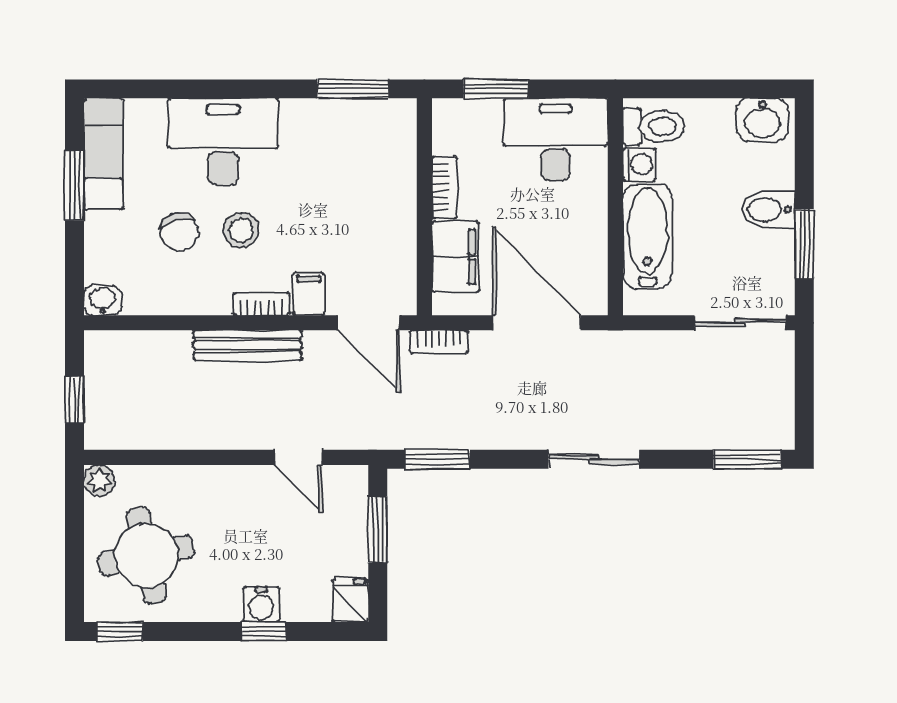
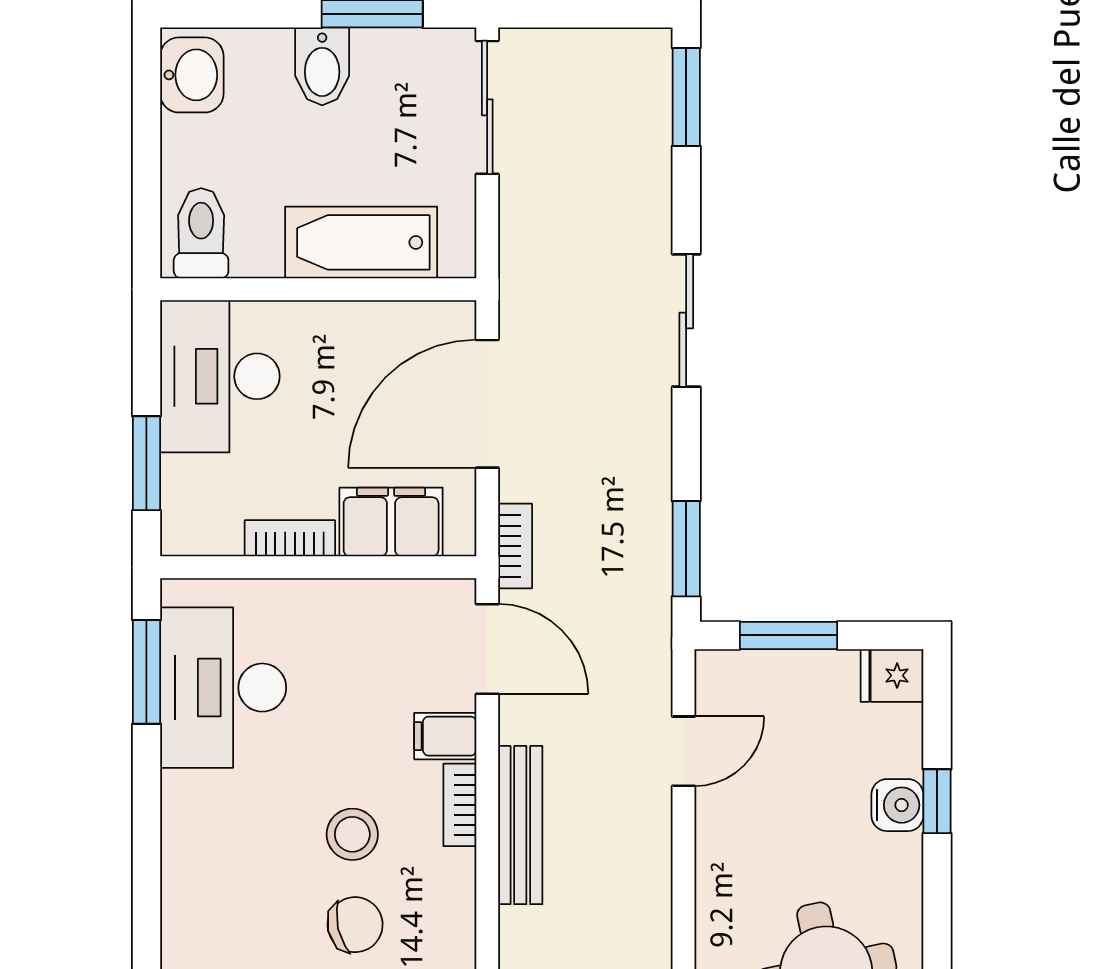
desk: (223, 142) -> (223, 688), moved
washing machine: (639, 165) -> (257, 254), removed
door: (368, 323) -> (487, 649), hinge flipped

